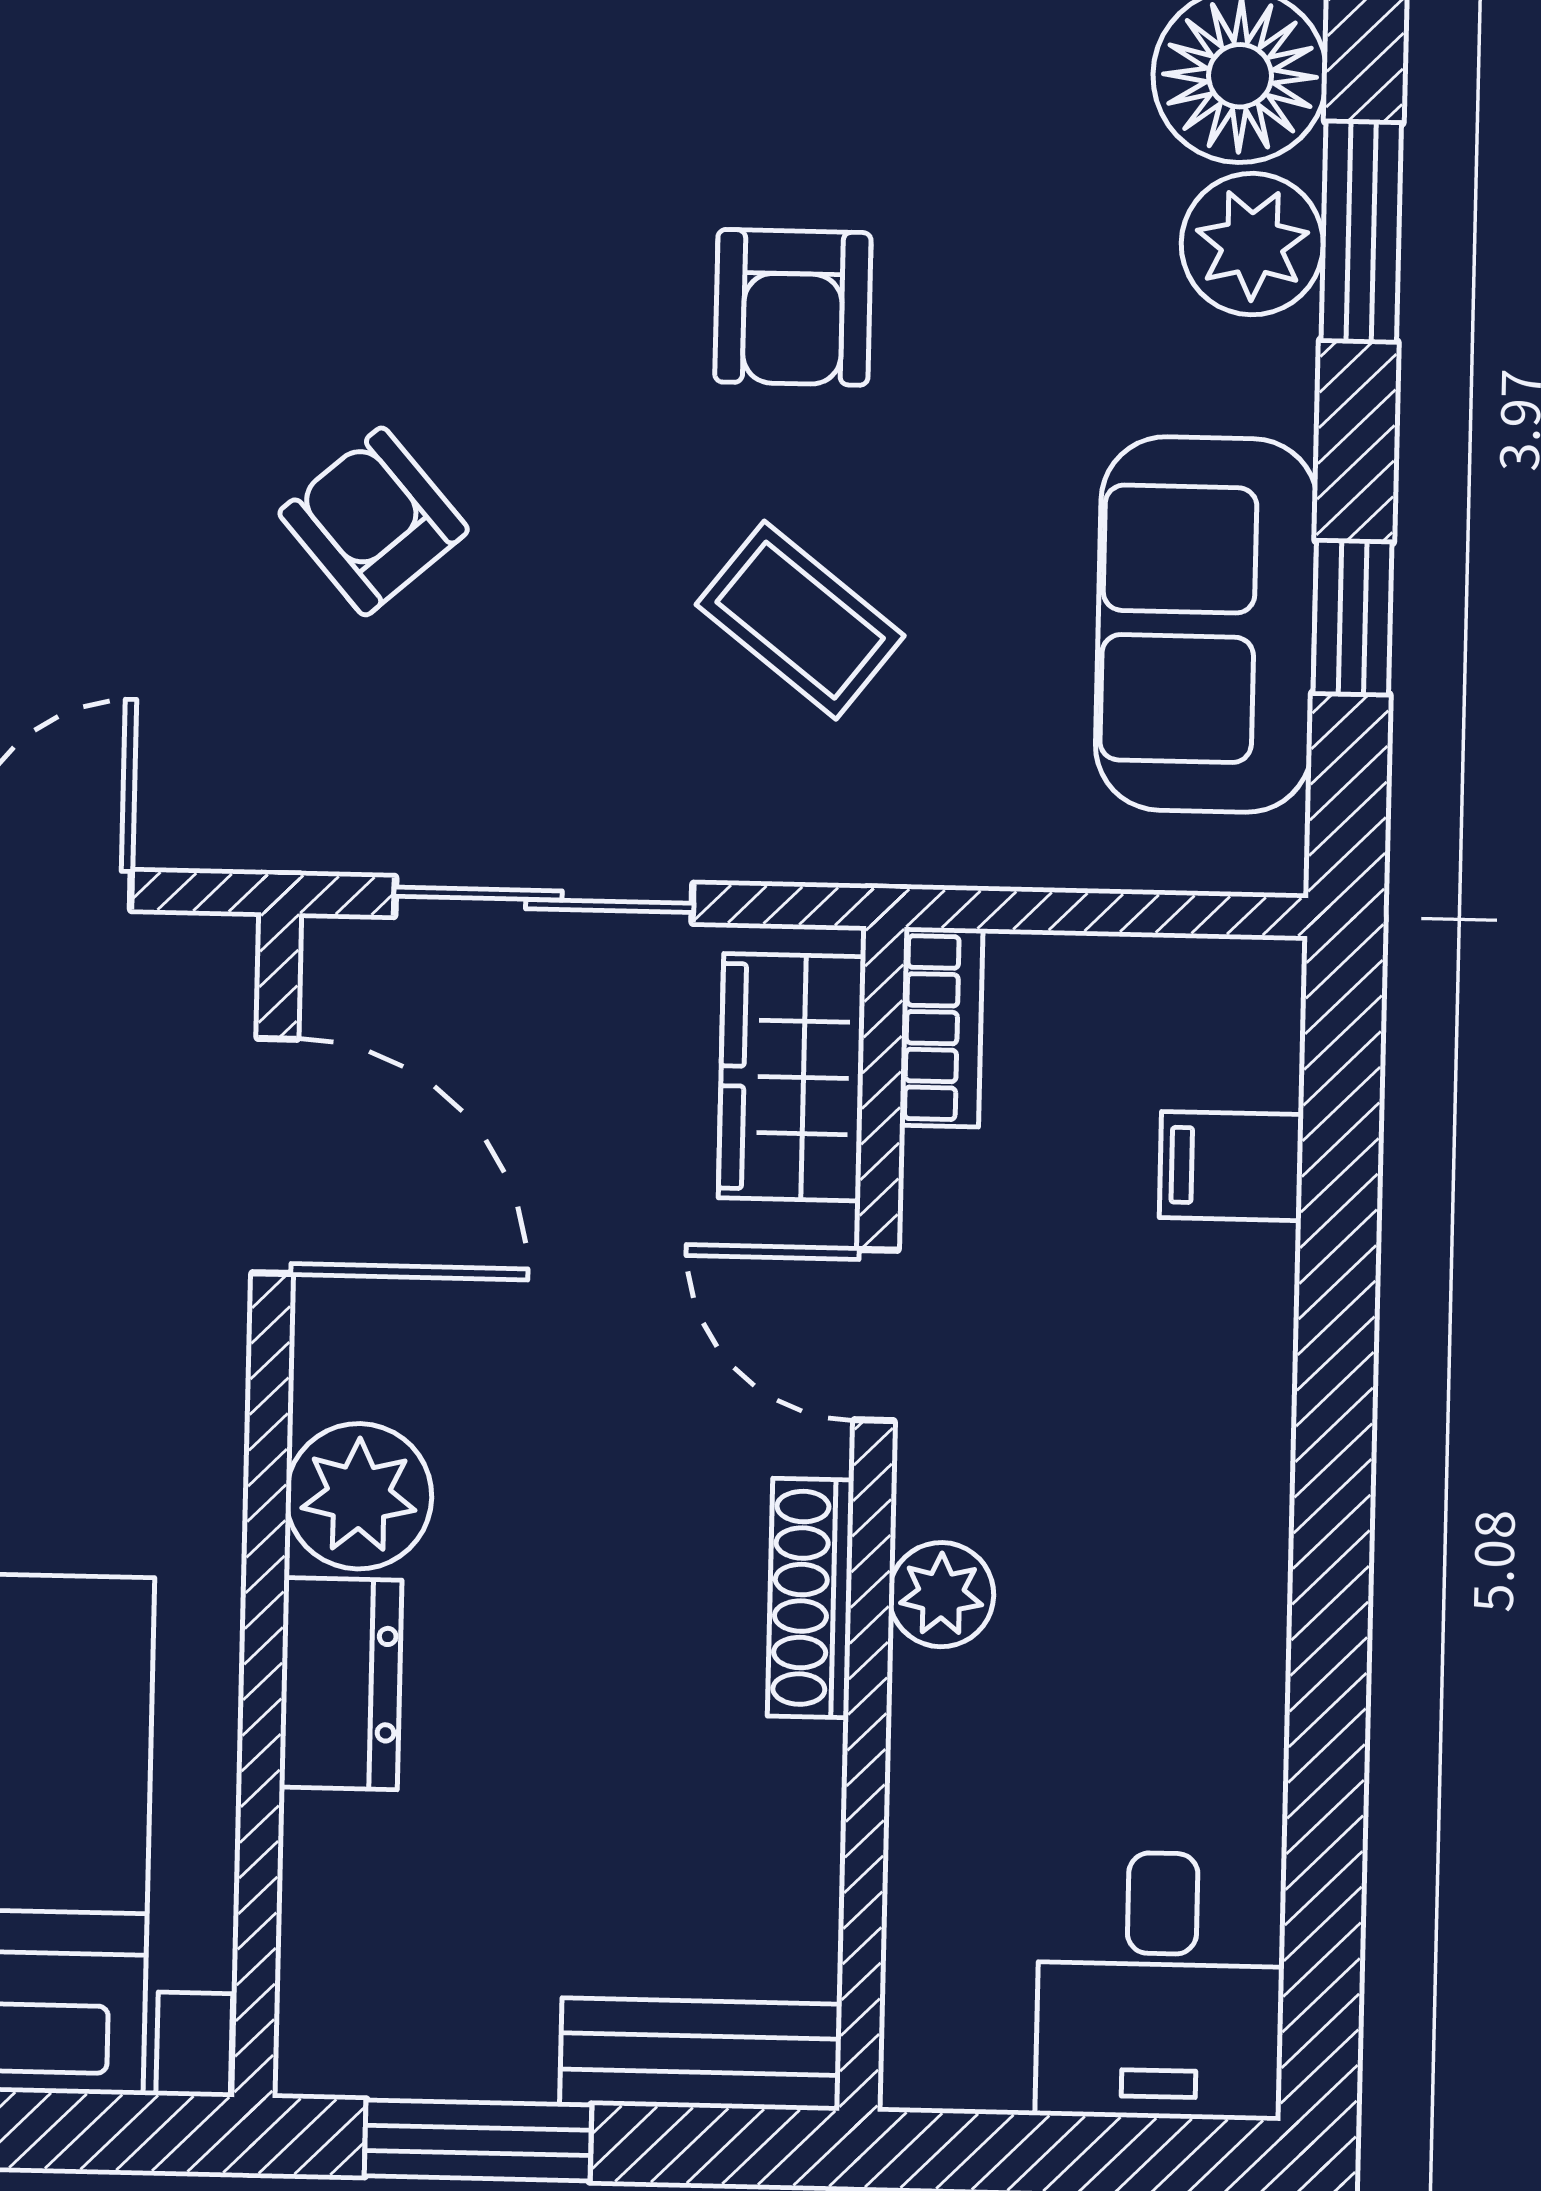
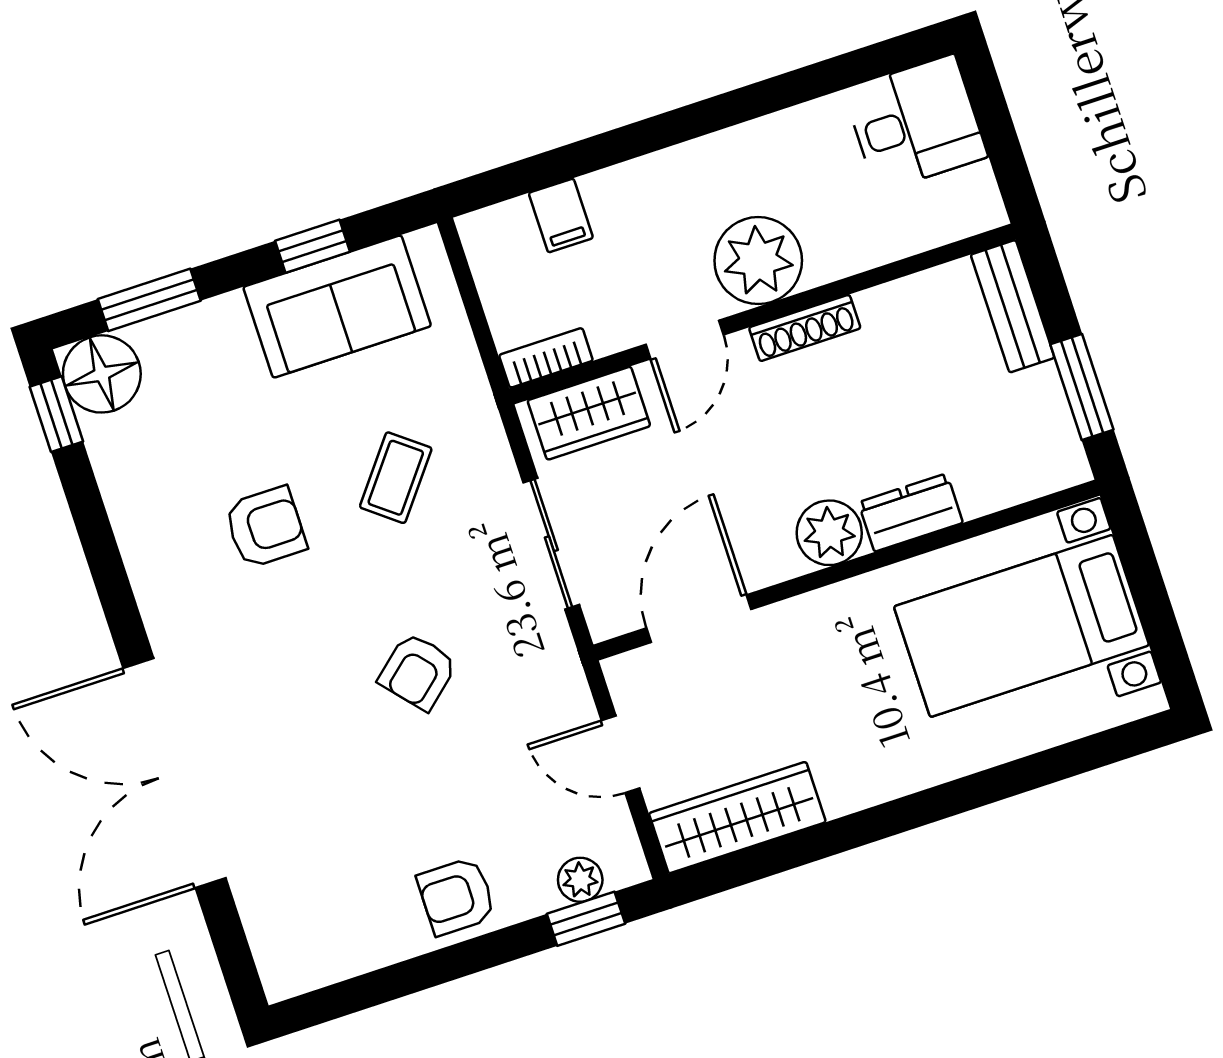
plant: (1252, 244) -> (171, 344), removed
plant: (941, 1595) -> (758, 261), width x1.88, depth x1.88

